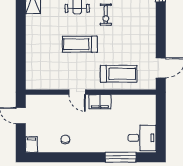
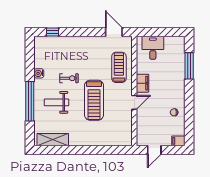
treadmill: (80, 44) -> (94, 100), width x1.37, depth x1.38
desk: (142, 138) -> (153, 48), moved

